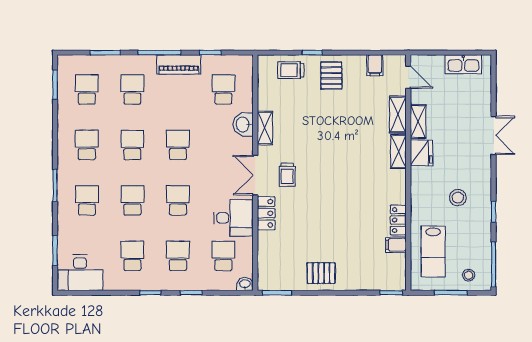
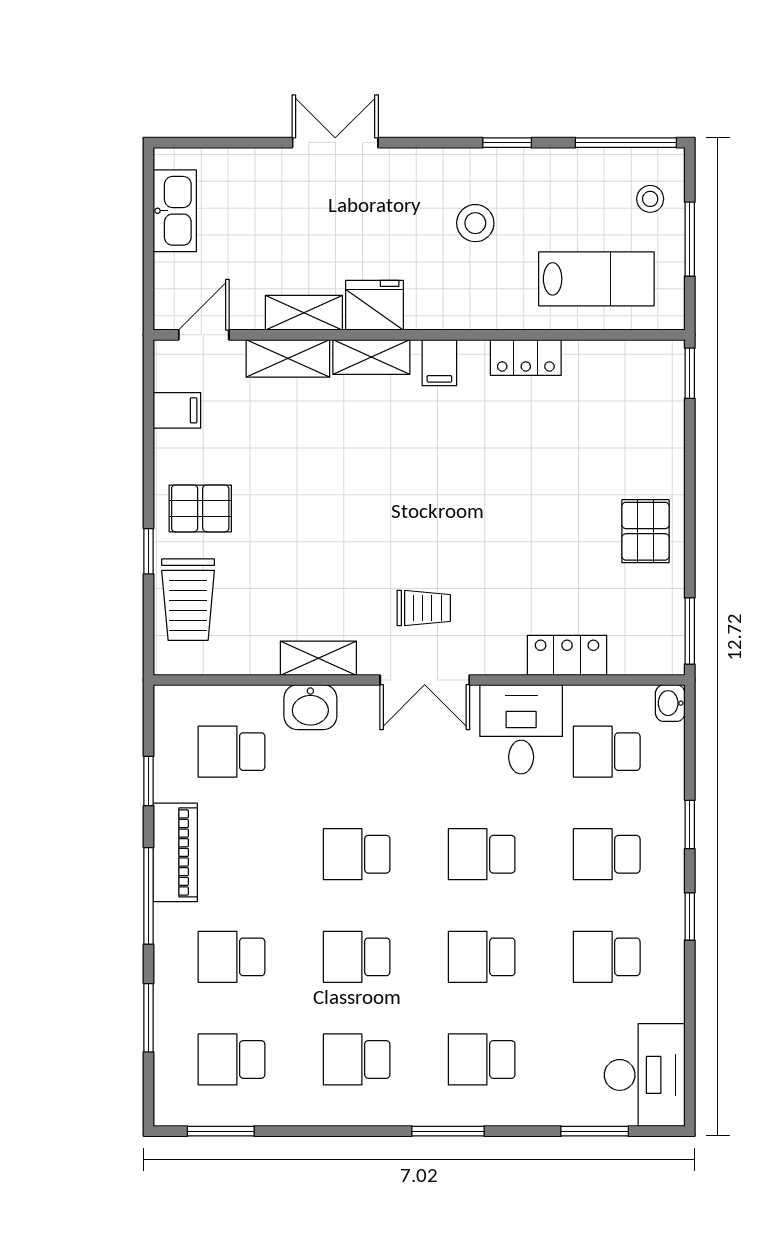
trolley: (291, 70) -> (188, 600), width x1.36, depth x1.39
locker: (266, 213) -> (567, 655), moved
filing cabinet: (396, 245) -> (439, 363), moved

